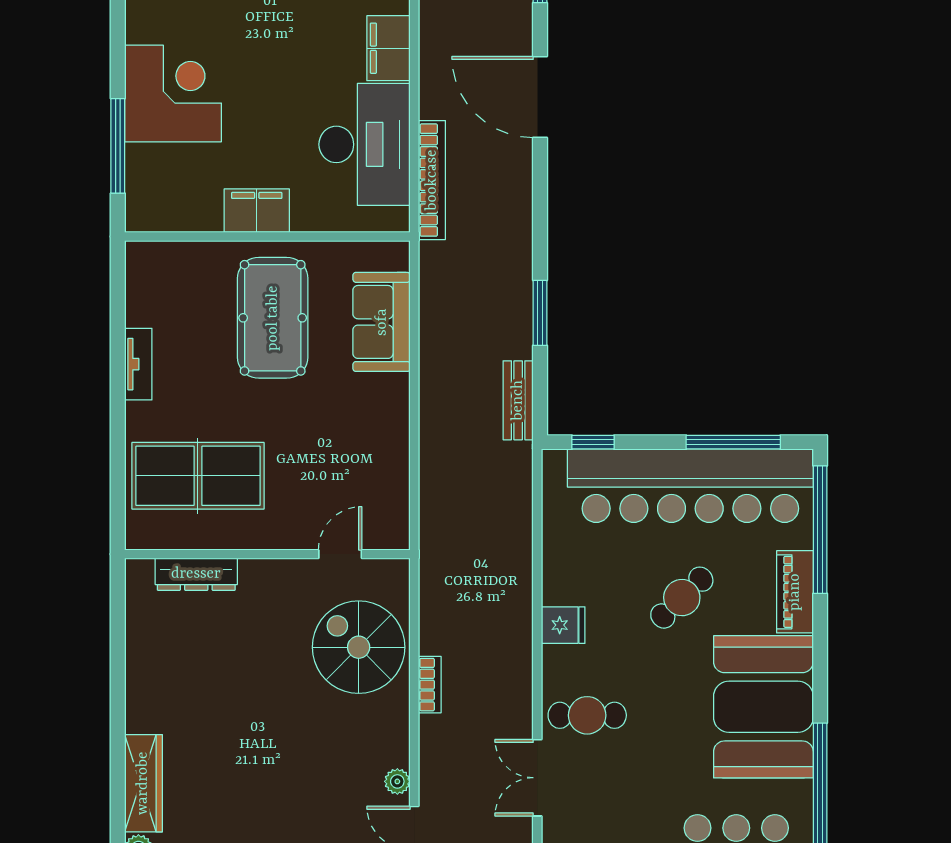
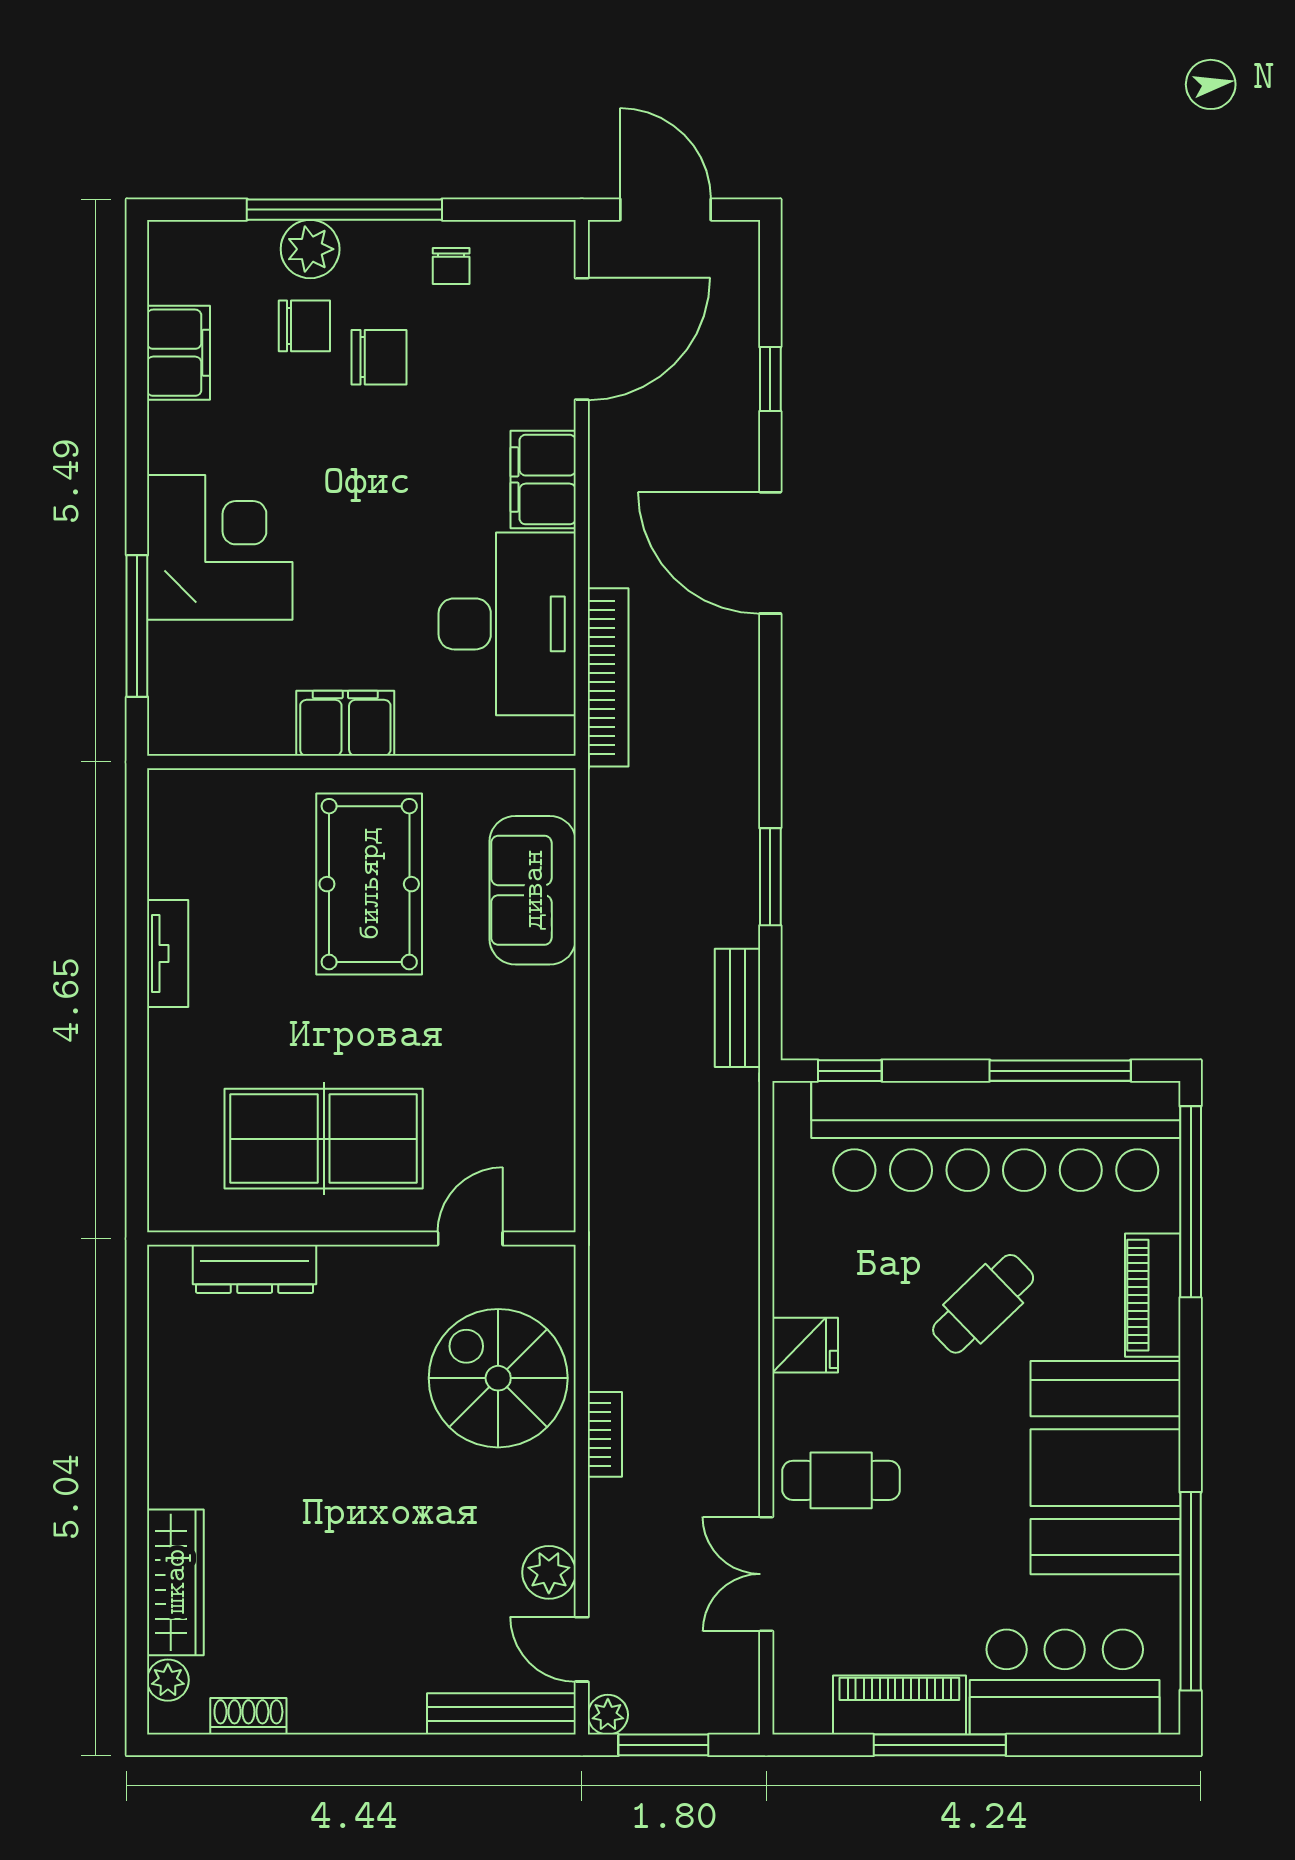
table tennis table: (198, 476) -> (324, 1139), moved
plant: (397, 781) -> (549, 1572), width x1.38, depth x1.38

